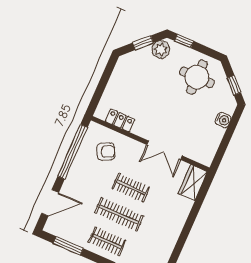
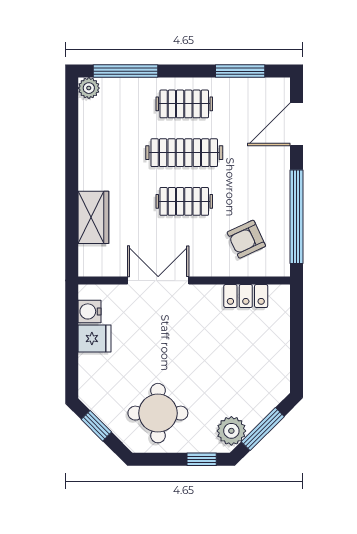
window: (143, 43) -> (263, 429), width x1.50
water cooler: (223, 120) -> (90, 311), moved
fridge: (214, 134) -> (94, 339), added
wardrobe: (193, 183) -> (93, 217), moved

